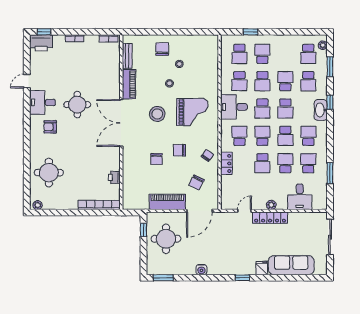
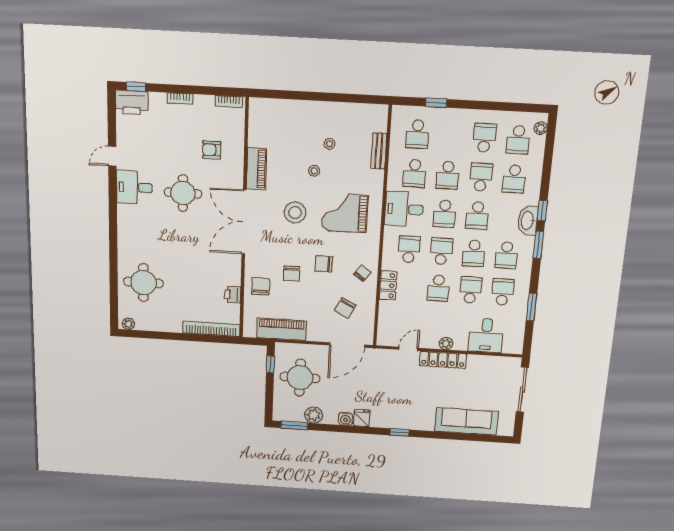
chair: (162, 49) -> (260, 286), moved
school desk: (262, 54) -> (484, 138), moved
bench: (127, 56) -> (379, 151), moved
window: (330, 67) -> (538, 245), moved
grand piano: (192, 112) -> (345, 213), turned 180
armchair: (50, 127) -> (212, 150), moved
school desk: (308, 136) -> (506, 255), turned 180
piano: (167, 202) -> (282, 329), moved
plant: (177, 268) -> (314, 415), added
fridge: (262, 268) -> (362, 418), moved

